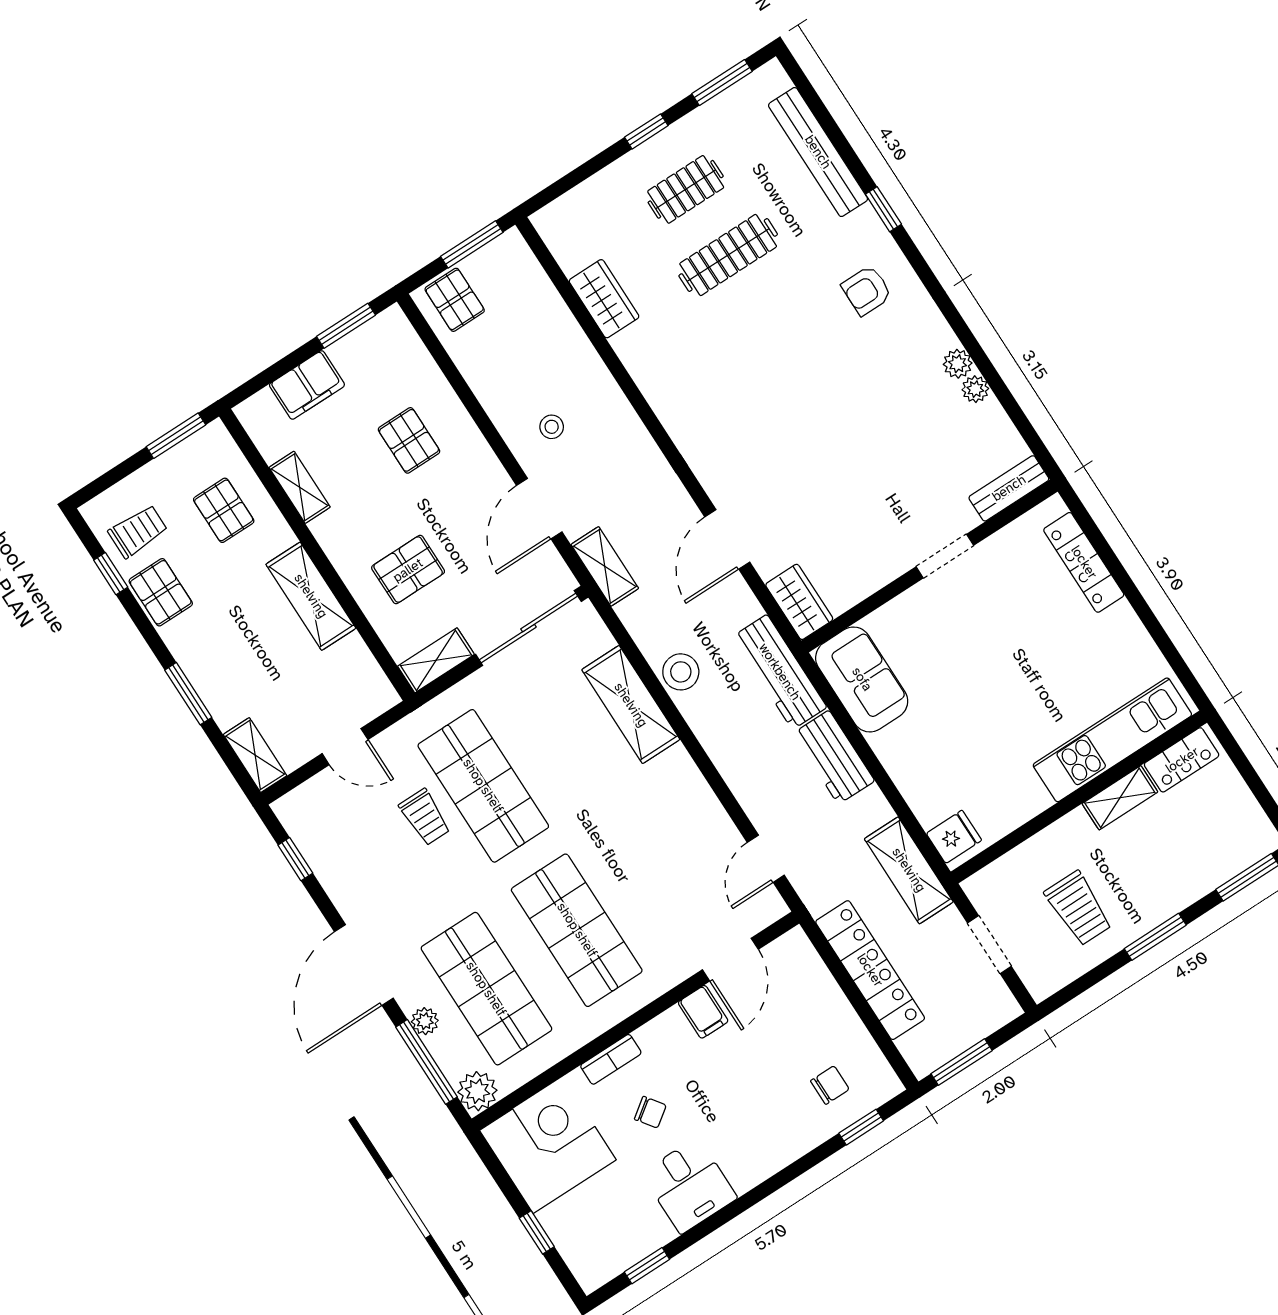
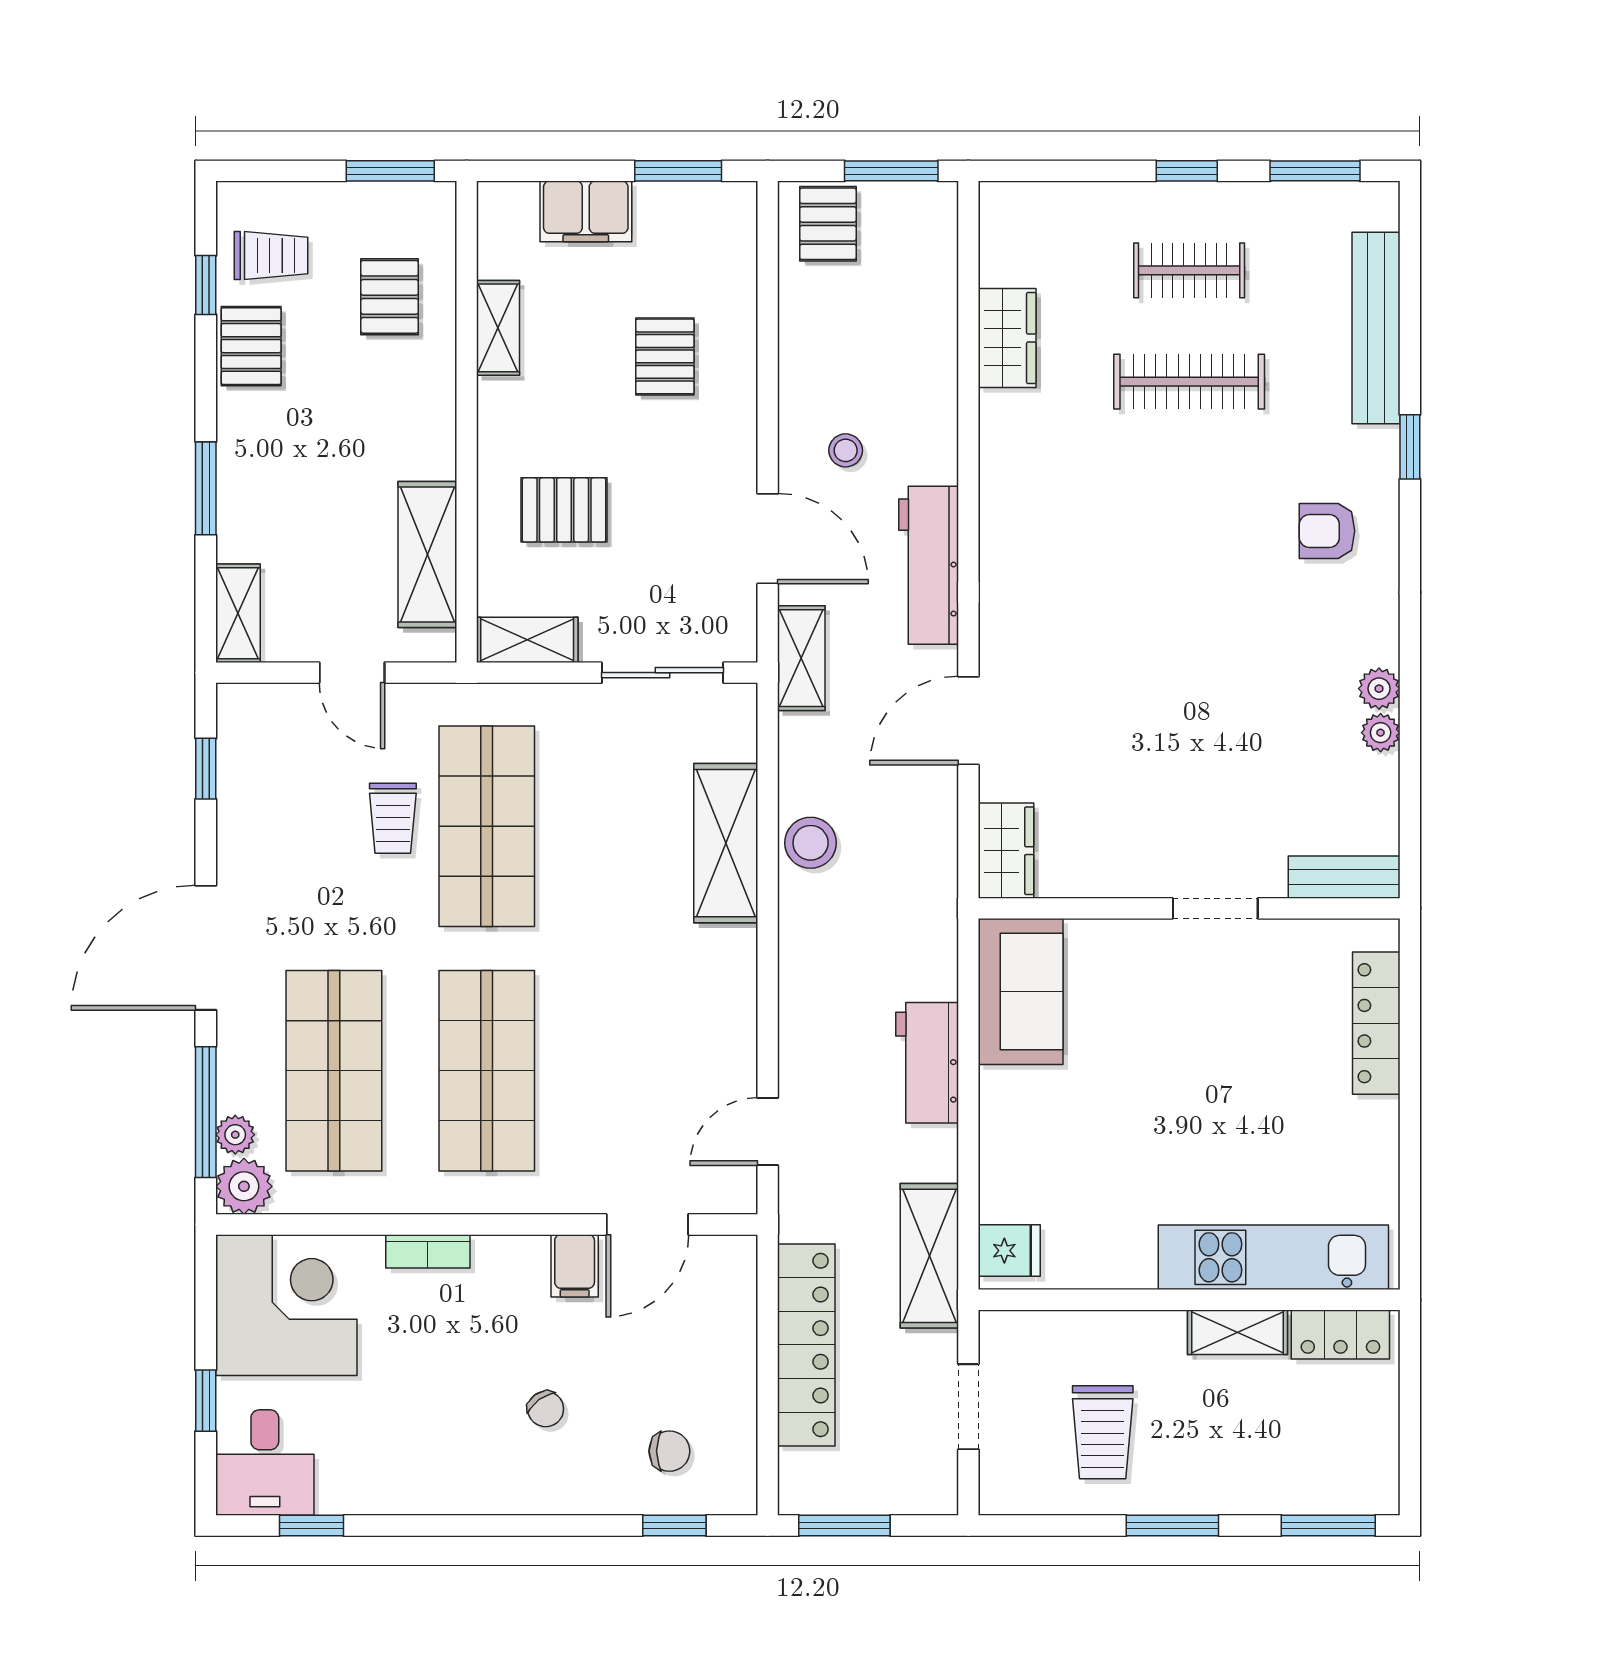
door: (539, 509) -> (768, 539), swing flipped
shelving: (311, 596) -> (427, 555), moved
sliding door: (528, 628) -> (663, 673), width x0.73
workbench: (780, 672) -> (929, 565), moved
plant: (425, 1021) -> (235, 1135), moved
chair: (650, 1112) -> (546, 1409), moved
desk: (689, 1186) -> (265, 1463), moved

